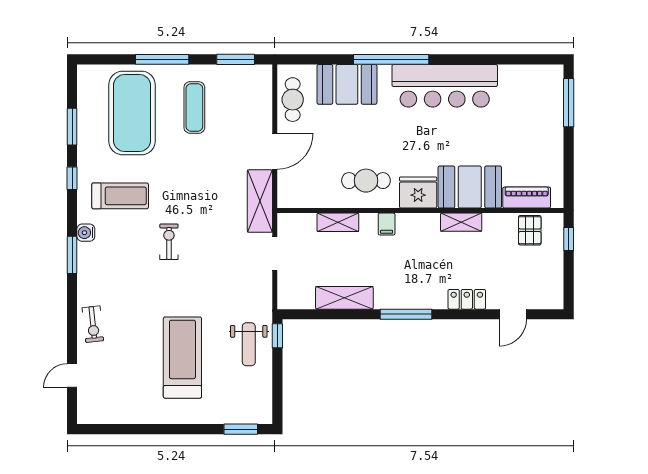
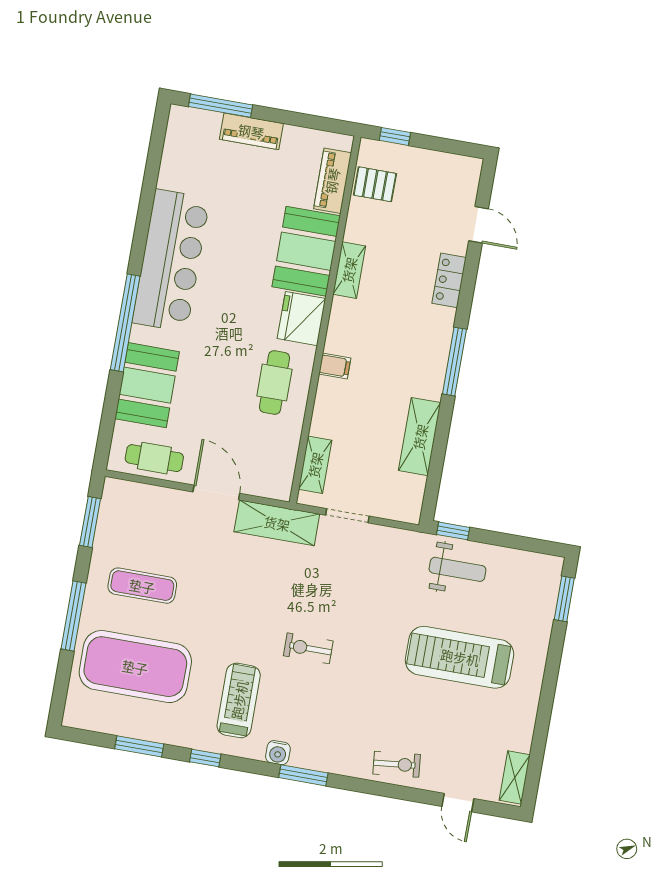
piano: (553, 129) -> (251, 131), added
shelving: (338, 222) -> (315, 465), moved
shelving: (99, 415) -> (515, 777), added

